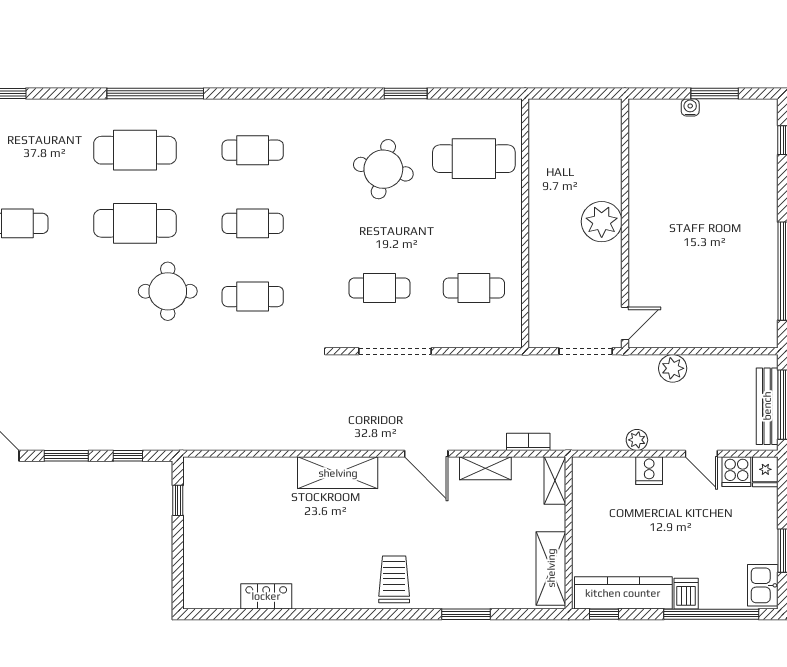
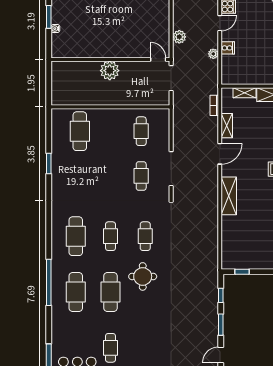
cafe table: (253, 150) -> (76, 236), width x1.37, depth x1.35
round table: (383, 169) -> (85, 174), removed
shelving: (555, 481) -> (244, 93), moved

